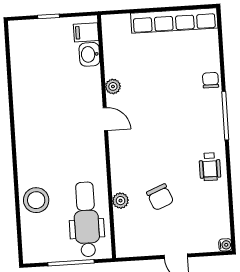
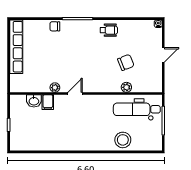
filing cabinet: (86, 32) -> (48, 102), moved

